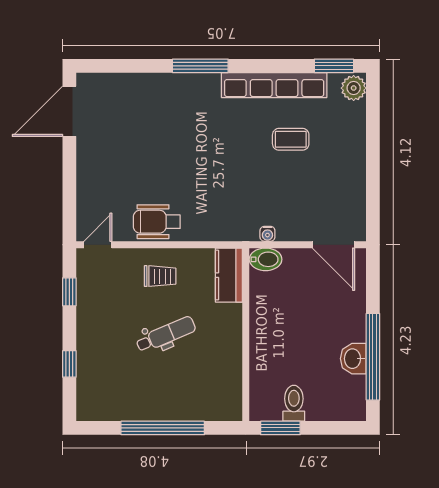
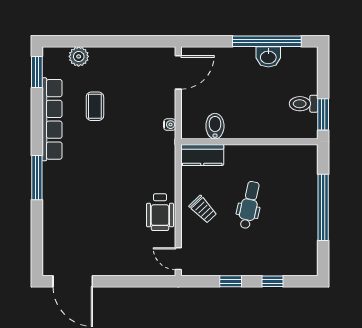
plant: (354, 88) -> (79, 56), moved
bidet: (266, 259) -> (215, 126), moved
trolley: (160, 276) -> (203, 209), turned 136
window: (69, 292) -> (231, 281), moved
dental chair: (166, 335) -> (249, 205), turned 35

